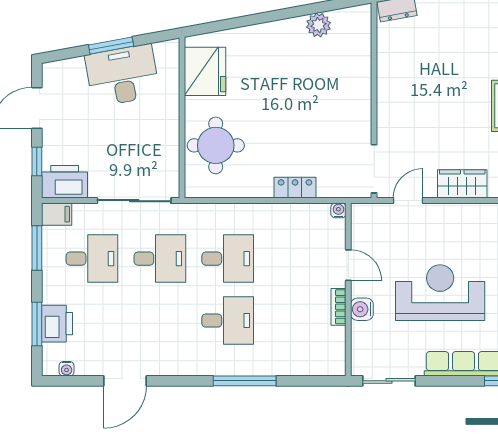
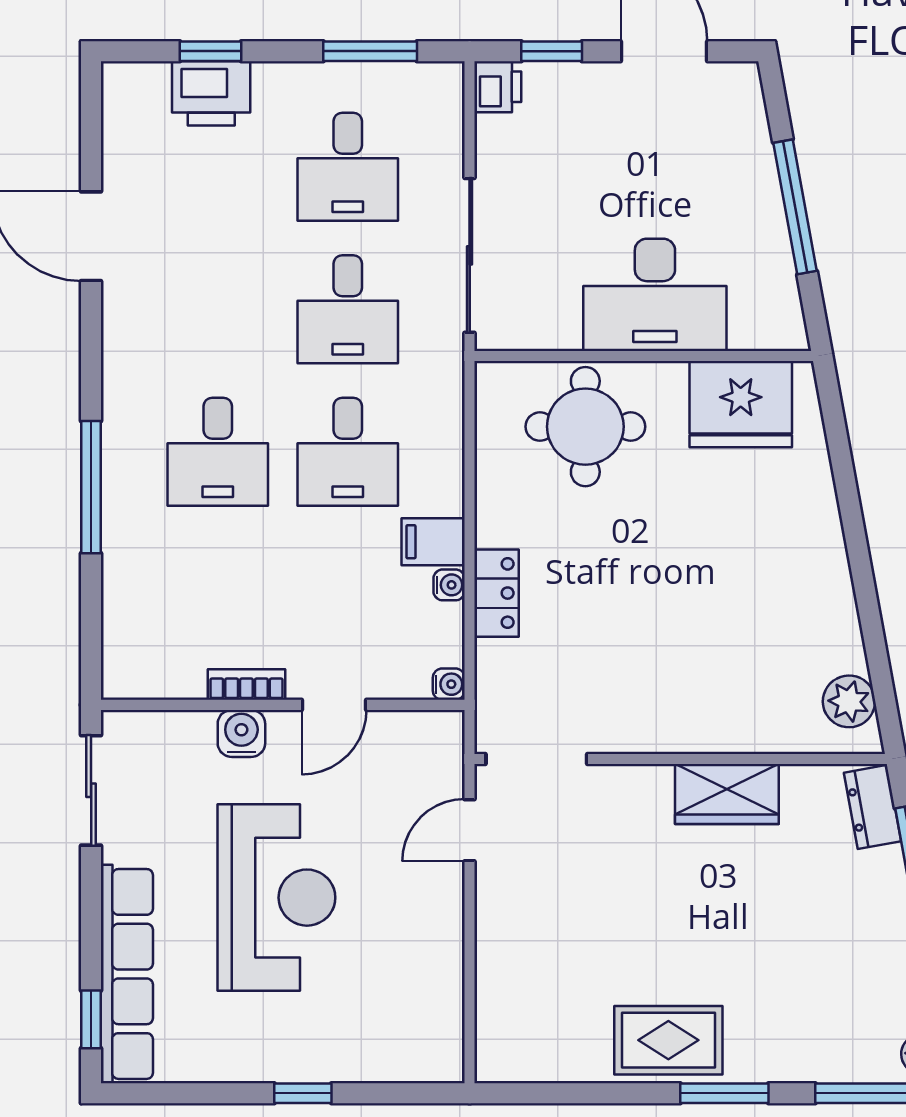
plant: (318, 25) -> (849, 701), moved
window: (111, 46) -> (795, 207), width x1.44
desk: (122, 75) -> (655, 295), moved, turned 100
printer: (65, 182) -> (498, 87), width x0.53, depth x0.68
wardrobe: (462, 184) -> (727, 794), moved, turned 90
door: (408, 201) -> (470, 830), swing flipped
filing cabinet: (57, 214) -> (433, 542), moved, turned 90
window: (37, 324) -> (211, 51), width x0.67
water cooler: (67, 369) -> (449, 585), moved, turned 180

